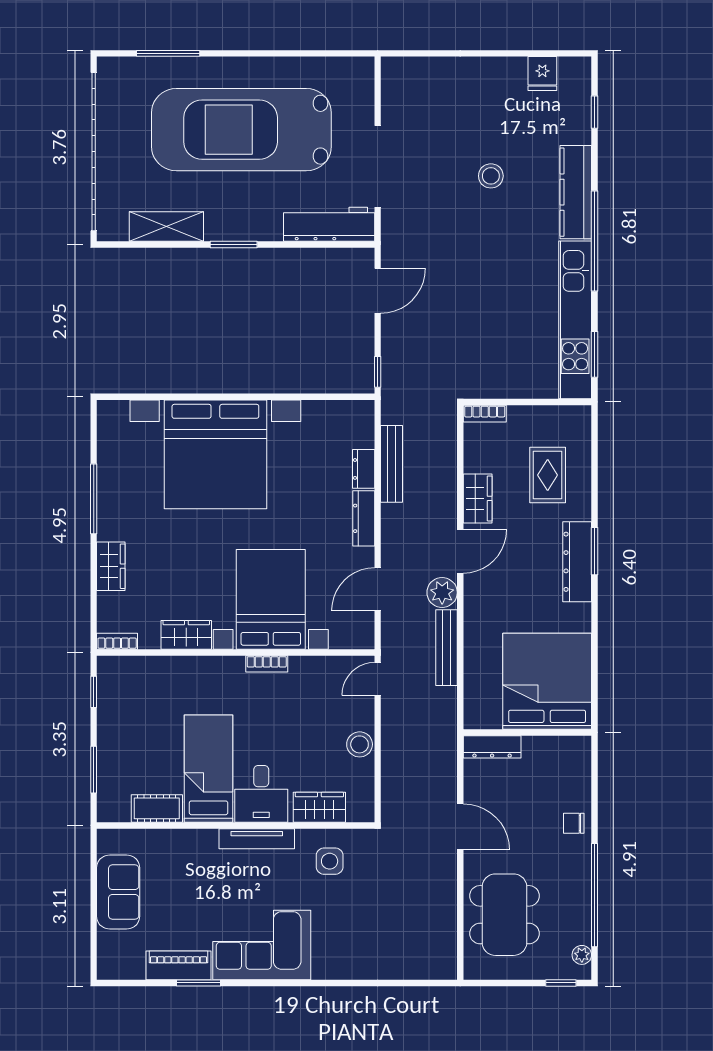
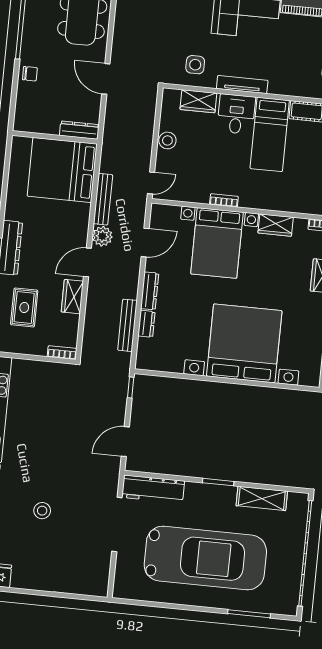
bed: (547, 681) -> (62, 170), moved, turned 90

